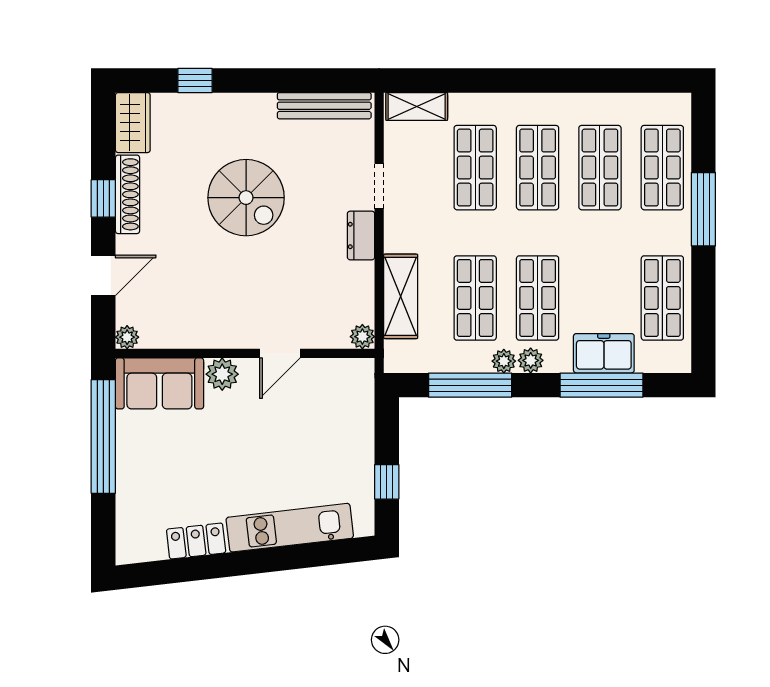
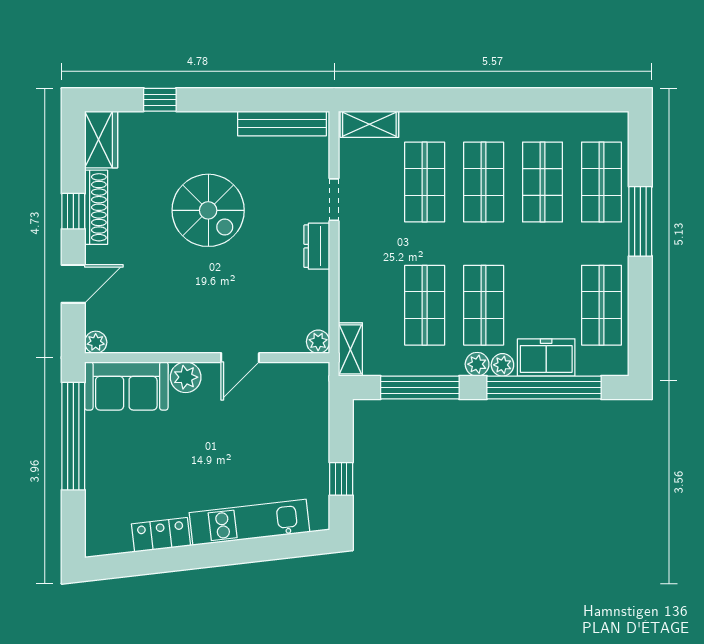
shelving: (401, 296) -> (350, 349), moved, width x0.67, depth x0.75
plant: (504, 361) -> (502, 365), moved
window: (602, 385) -> (544, 388), width x1.46

